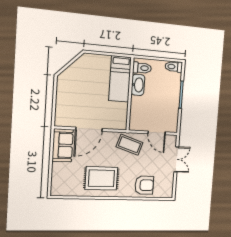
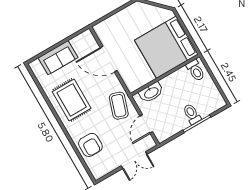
toilet: (174, 67) -> (192, 114), moved
bed: (120, 79) -> (166, 47), width x2.04
washbasin: (138, 85) -> (151, 93), moved
sofa: (63, 145) -> (58, 58), moved

